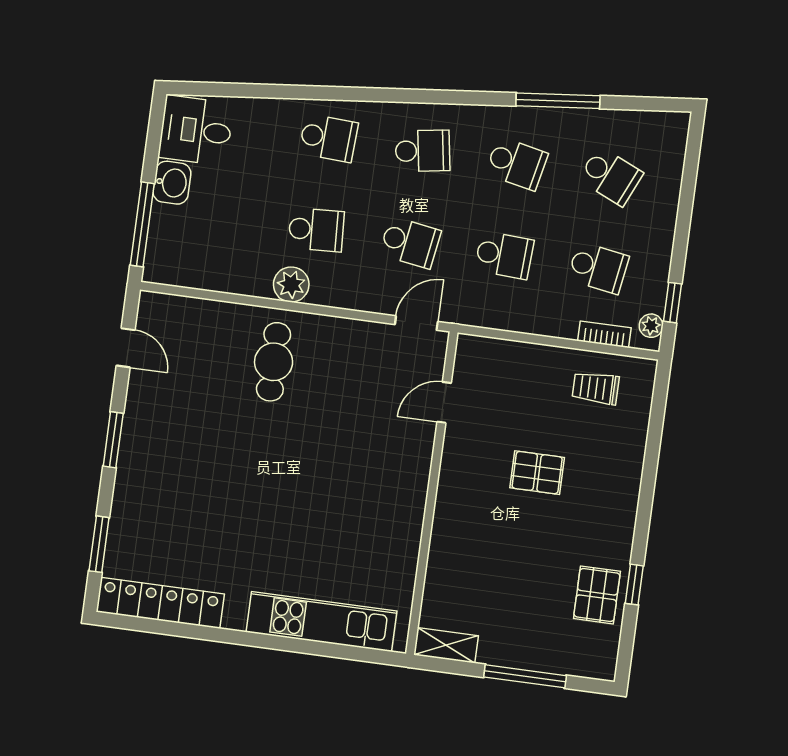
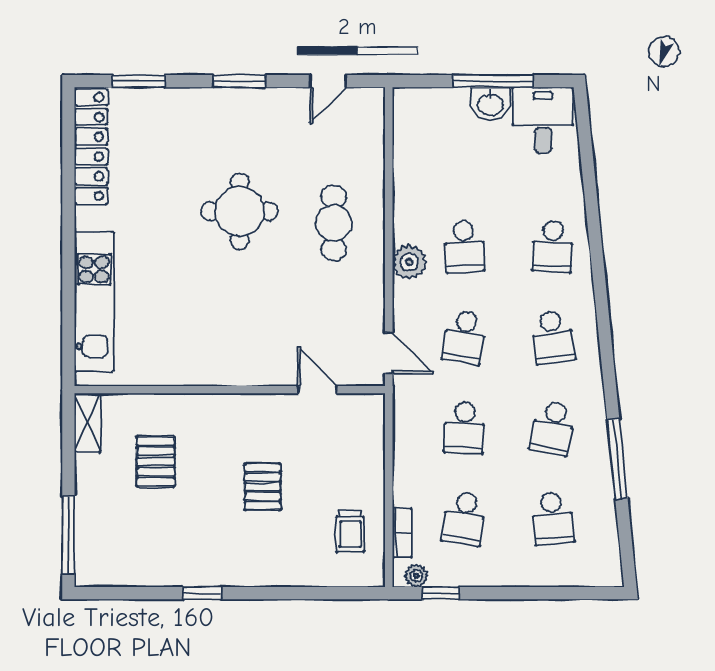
school desk: (611, 176) -> (553, 518), turned -30
window: (142, 224) -> (493, 81), moved
plant: (291, 285) -> (409, 262), moved
cafe table: (274, 362) -> (334, 223), turned 90
trolley: (596, 388) -> (350, 531), turned 180
round table: (248, 458) -> (240, 211), added
window: (634, 585) -> (202, 593), moved
pallet: (597, 595) -> (156, 462), moved, turned 90
window: (525, 676) -> (68, 535), moved

